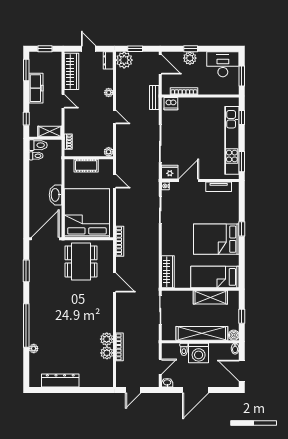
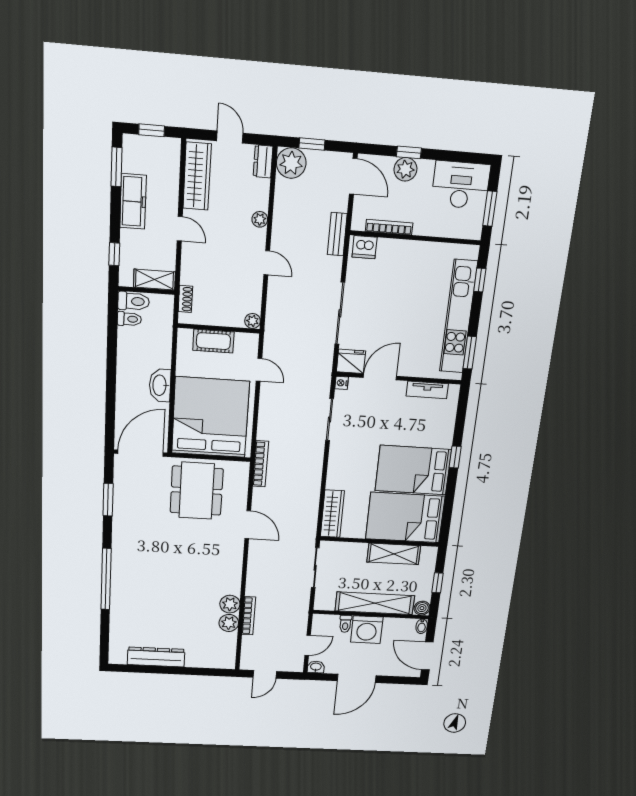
bed: (215, 277) -> (405, 518), width x1.50
plant: (34, 349) -> (117, 612), removed

